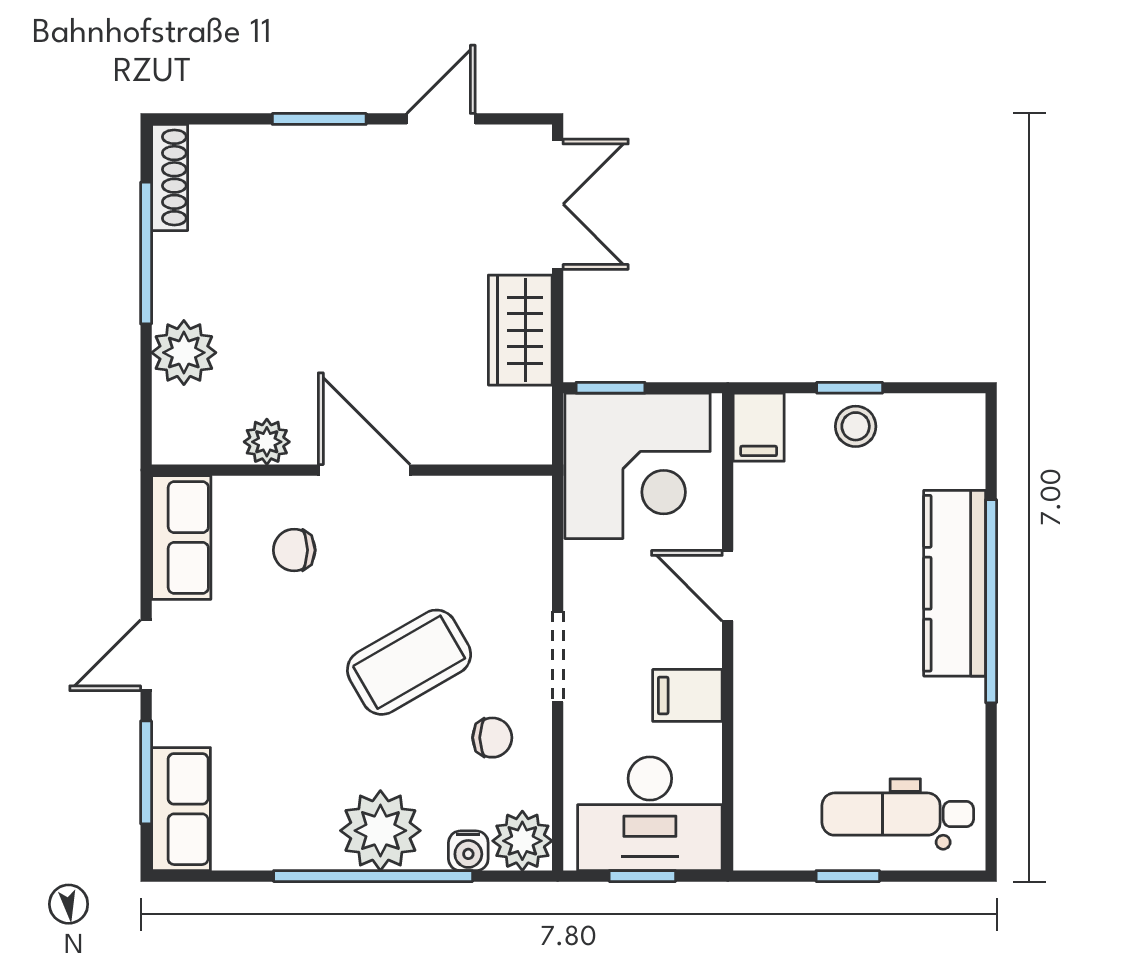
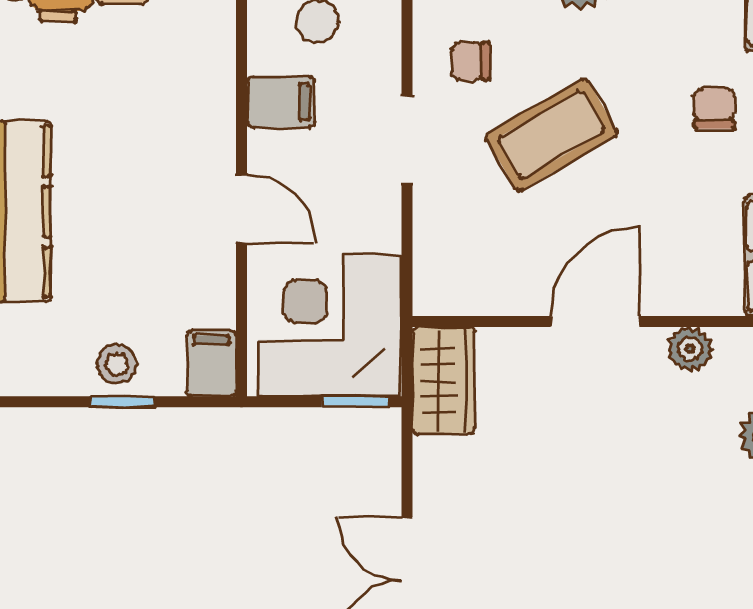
wardrobe: (520, 330) -> (443, 380), moved
door: (364, 470) -> (595, 322), swing flipped
chair: (294, 550) -> (714, 108), moved, turned -90

